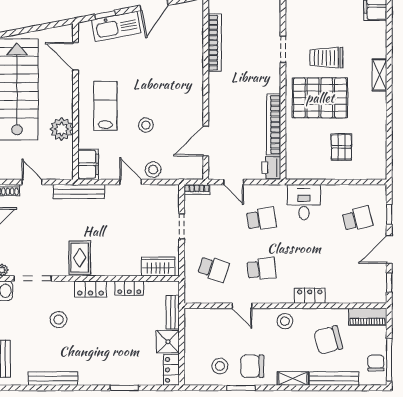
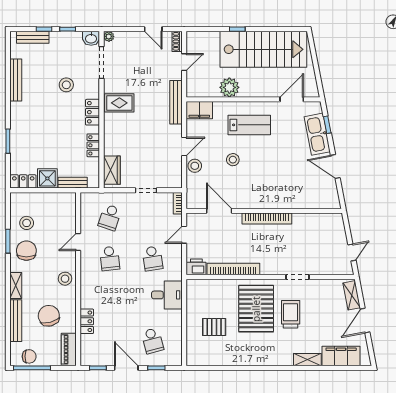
bookcase: (215, 43) -> (267, 219), moved
shelving: (379, 75) -> (307, 360), moved
locker: (310, 296) -> (87, 321), moved

